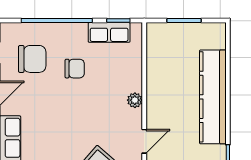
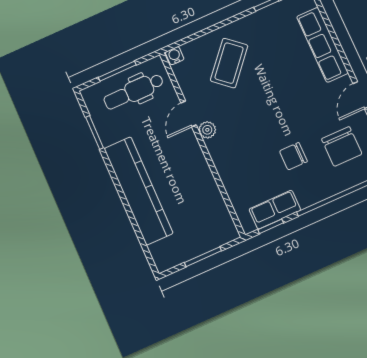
chair: (32, 59) -> (342, 147), turned -90
plant: (135, 100) -> (207, 130), moved

